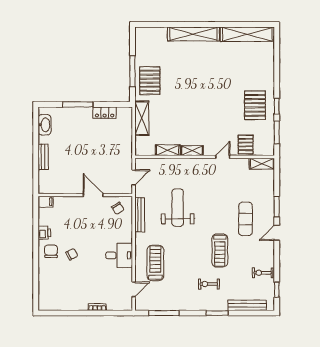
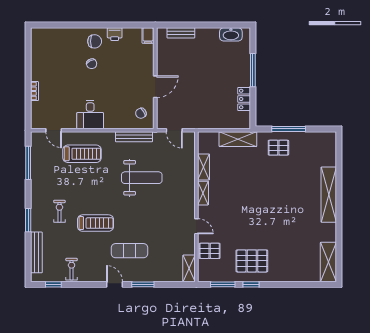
shelving: (247, 34) -> (328, 262), width x0.68
pallet: (150, 81) -> (278, 148), width x0.67, depth x0.71
bench: (43, 157) -> (181, 33), moved
treadmill: (220, 250) -> (96, 223), turned 180

